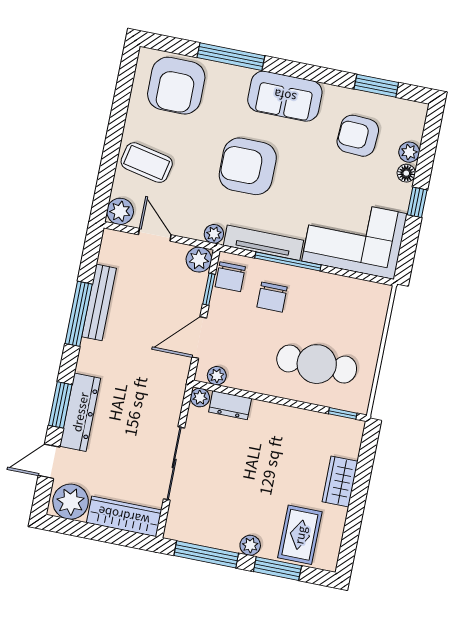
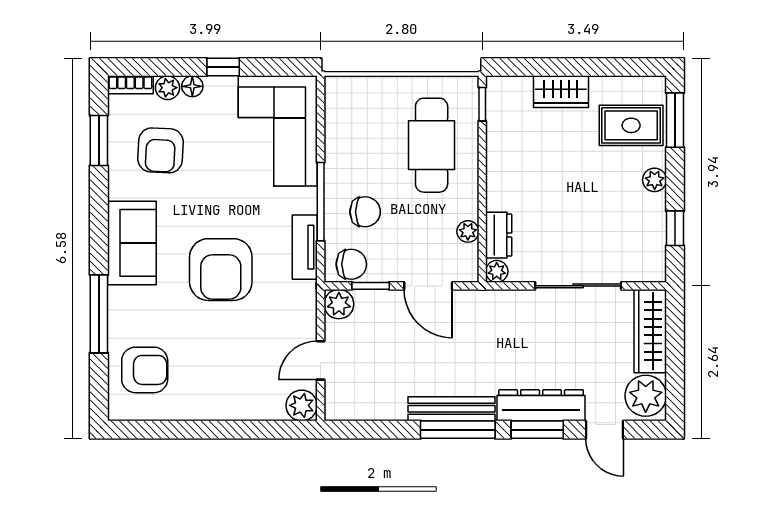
armchair: (176, 86) -> (145, 370), width x0.73, depth x0.73
bookcase: (418, 121) -> (130, 85), added
coffee table: (147, 163) -> (240, 386), removed
plant: (214, 234) -> (306, 293), removed
tv unit: (264, 243) -> (305, 247), width x0.71
bench: (99, 302) -> (451, 409), moved
window: (79, 314) -> (458, 430), moved
plant: (217, 376) -> (468, 231), moved
window: (206, 554) -> (675, 228), width x0.46
window: (277, 569) -> (675, 120), moved

